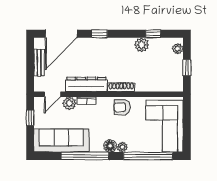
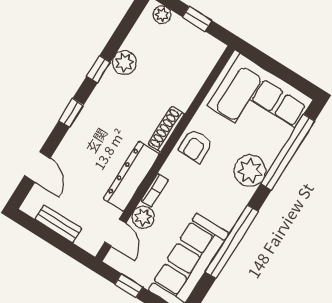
door: (61, 34) -> (37, 167), width x0.53
window: (153, 34) -> (99, 69), moved
floor lamp: (110, 146) -> (240, 197), removed
plant: (122, 147) -> (250, 171), width x1.88, depth x1.88

